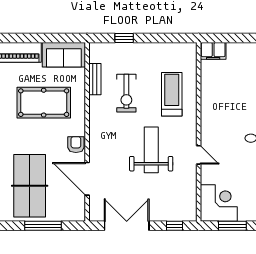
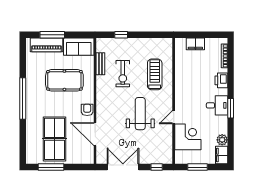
window: (27, 38) -> (52, 35), added
filing cabinet: (213, 51) -> (195, 44), moved
door: (199, 155) -> (174, 117), swing flipped
corner desk: (219, 203) -> (188, 137), moved
window: (43, 226) -> (51, 167), moved

